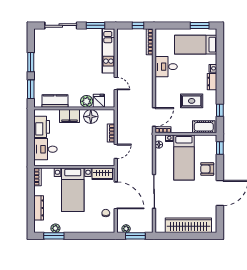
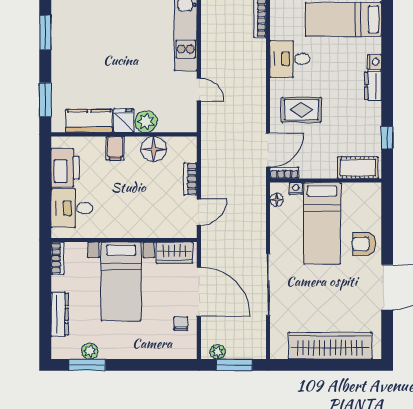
window: (31, 62) -> (45, 32), moved
fridge: (99, 101) -> (124, 121), moved
rug: (192, 101) -> (301, 110), moved
filing cabinet: (69, 116) -> (115, 148), width x0.50
window: (220, 148) -> (387, 206), removed

